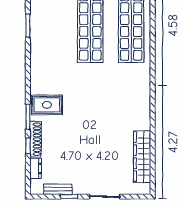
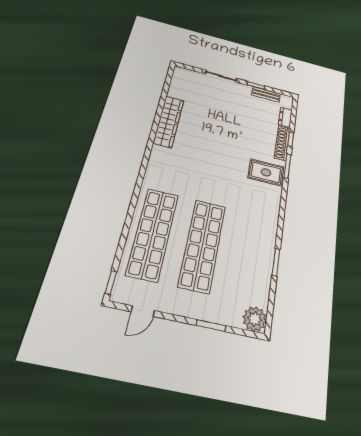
wardrobe: (142, 157) -> (169, 121), moved

